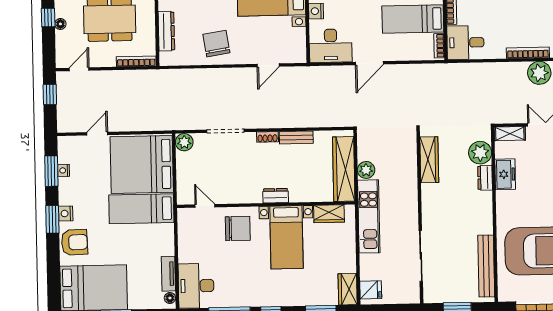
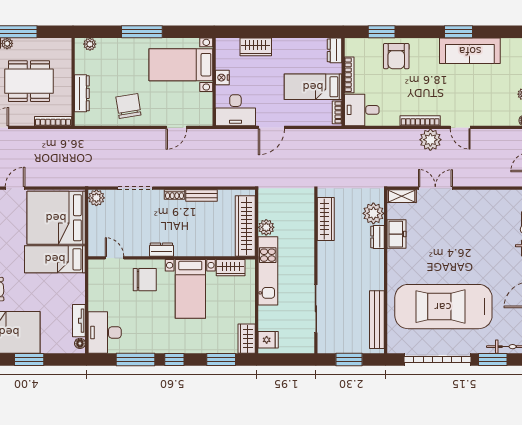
dresser: (276, 196) -> (161, 250), moved

